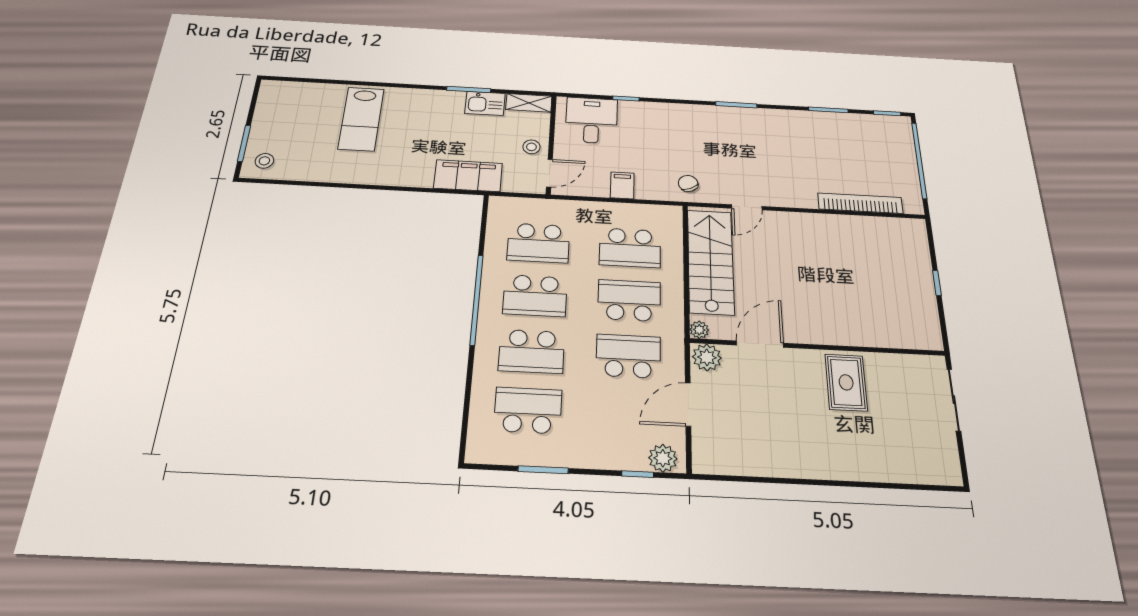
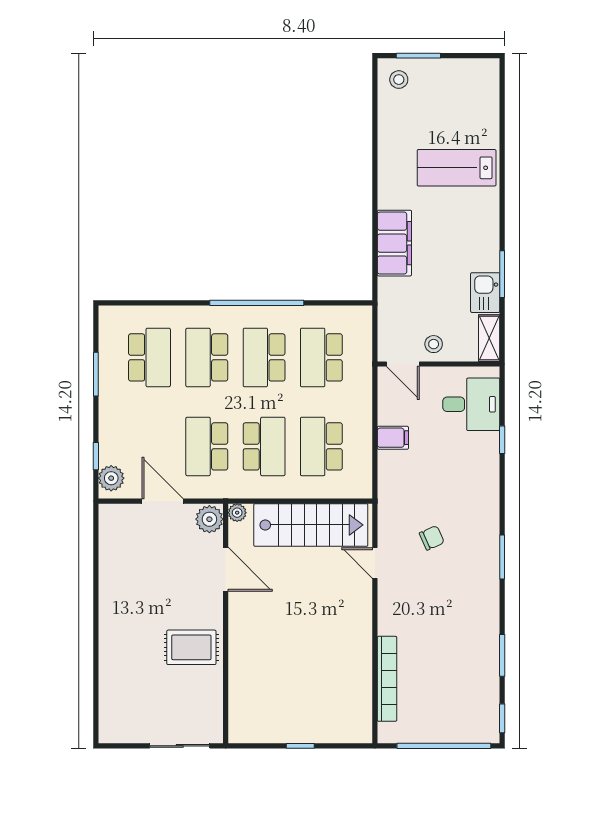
filing cabinet: (468, 176) -> (394, 243), moved
chair: (688, 183) -> (432, 538), moved
school desk: (628, 356) -> (207, 446), turned 180

